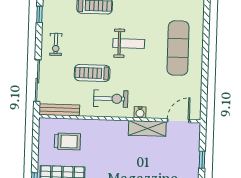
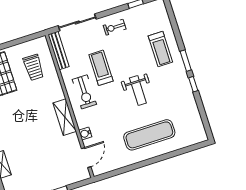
water cooler: (140, 112) -> (85, 133), moved
door: (178, 121) -> (86, 158), hinge flipped
shelving: (147, 128) -> (65, 117), moved

